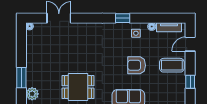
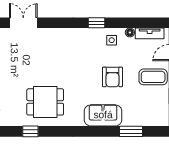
armchair: (137, 65) -> (112, 77), turned -90

